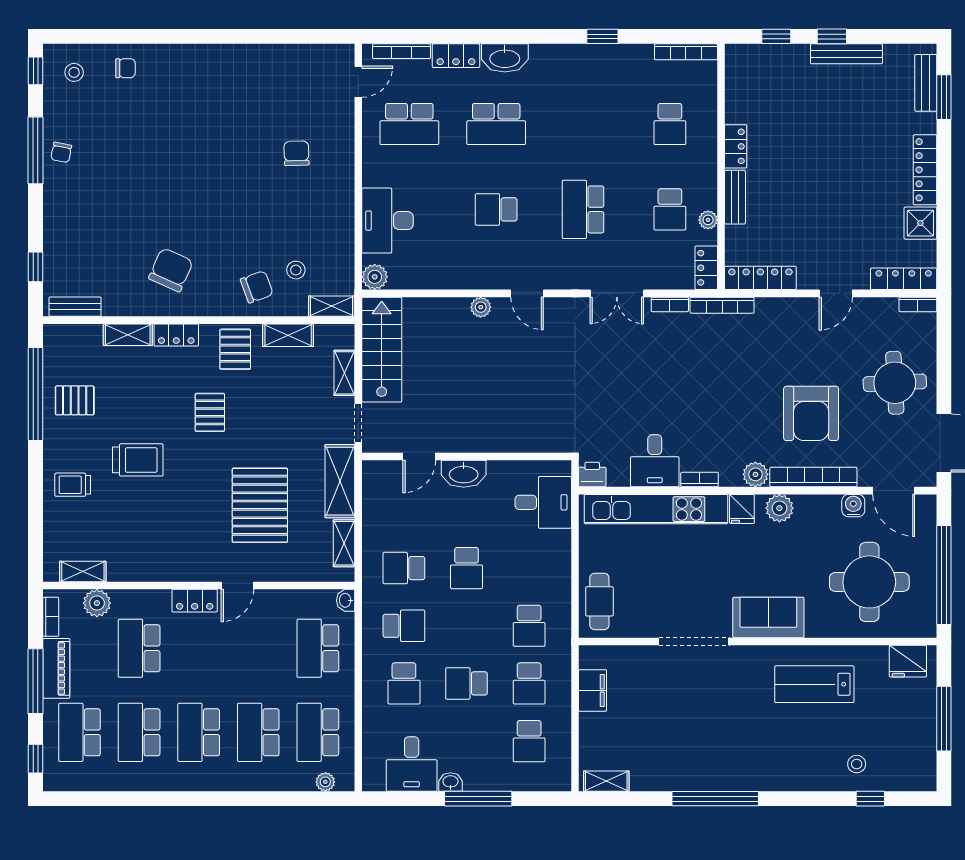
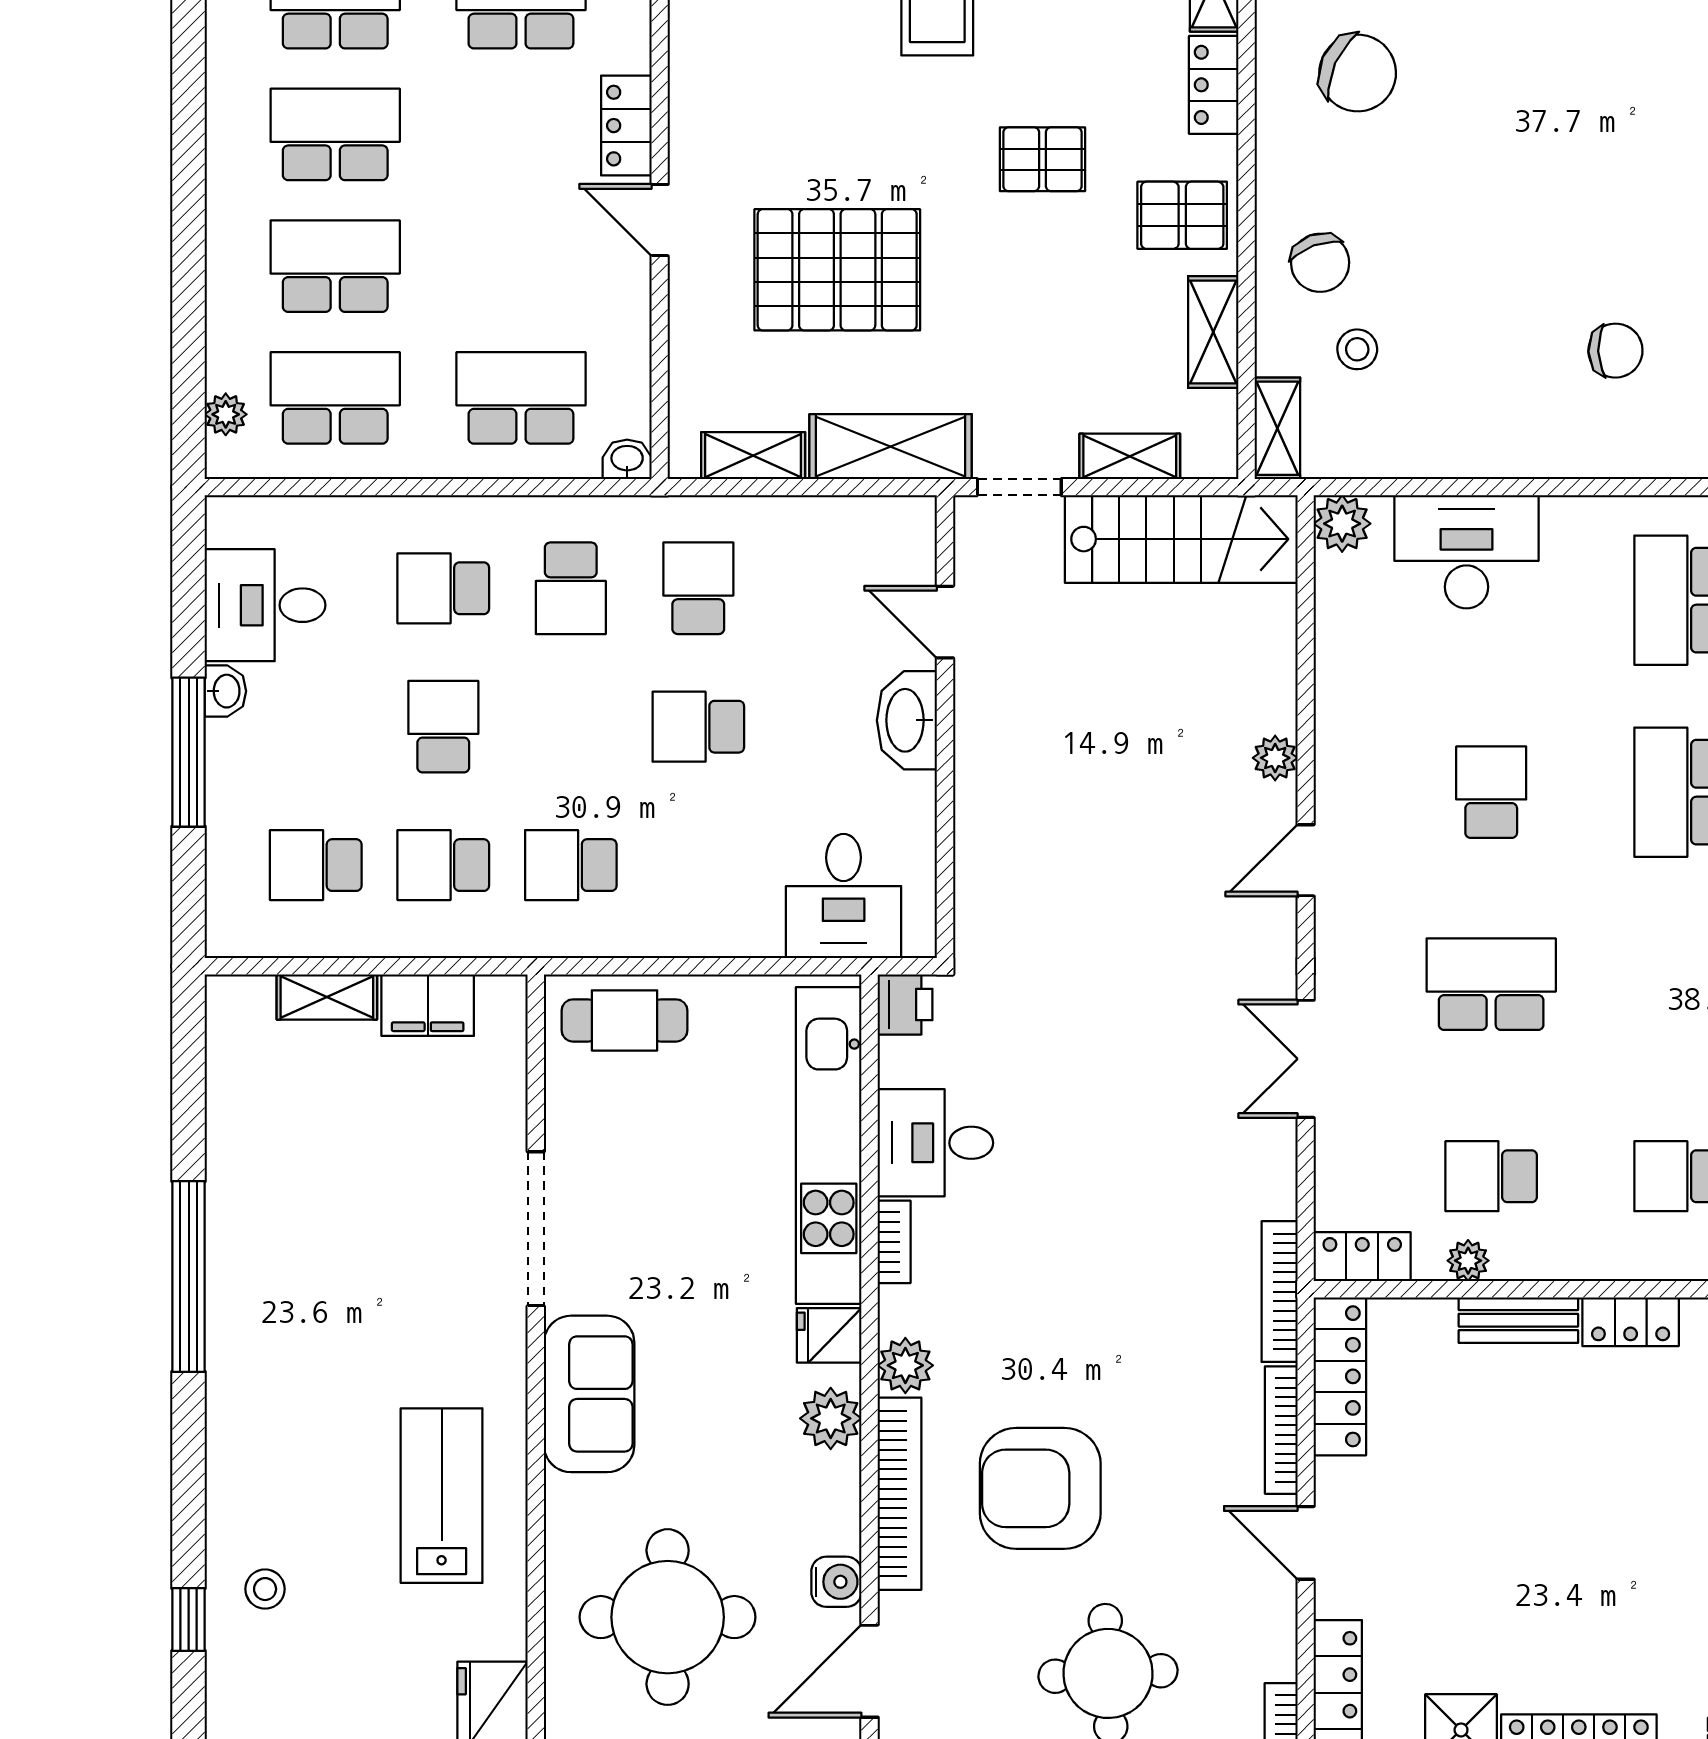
bookcase: (670, 304) -> (1281, 1430), moved, width x1.56
shelving: (606, 781) -> (327, 997), moved, turned 90

